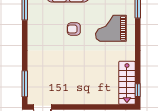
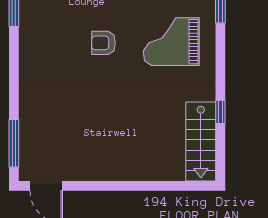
window: (138, 90) -> (220, 112), moved

